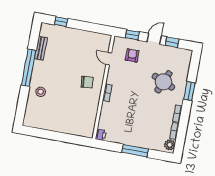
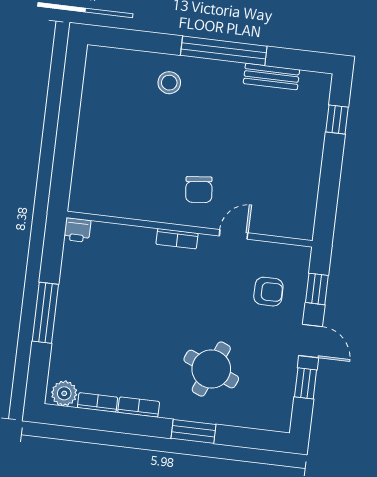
door: (109, 59) -> (234, 234), moved

